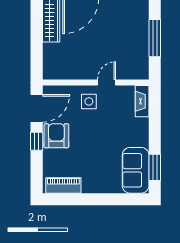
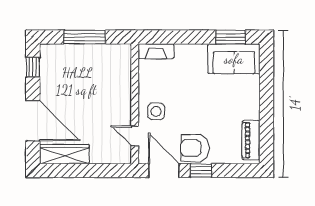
door: (107, 82) -> (135, 136), moved

